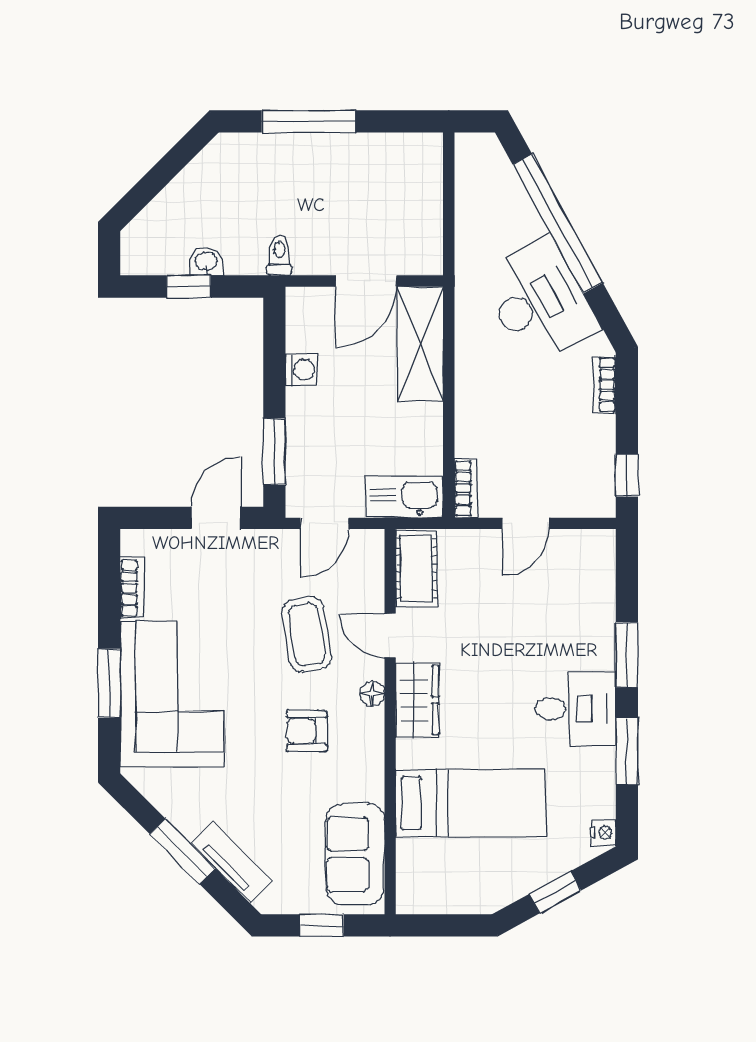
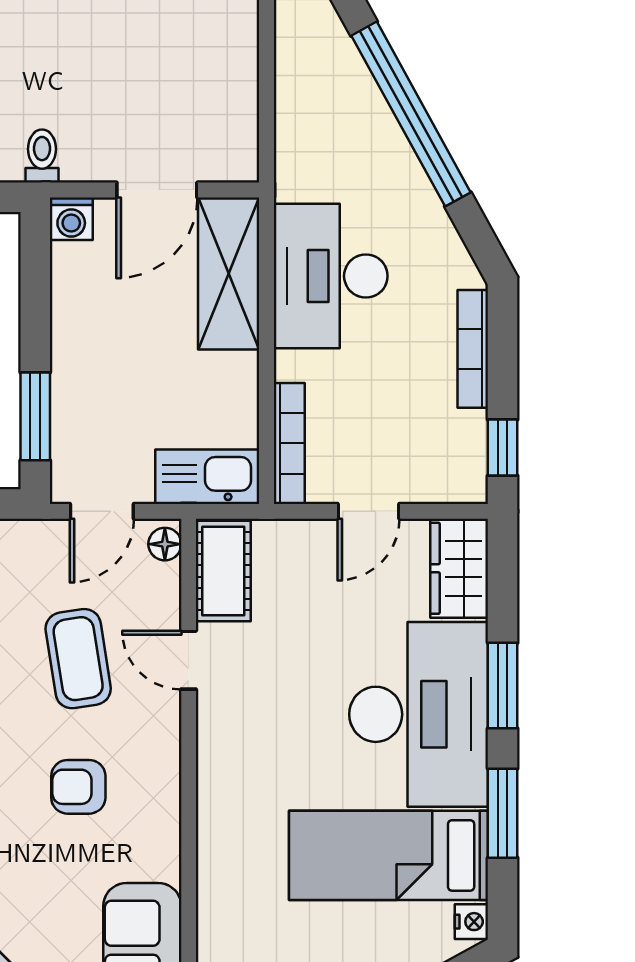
desk: (539, 301) -> (331, 276), moved, turned -151
washing machine: (302, 370) -> (71, 219), moved, turned 90
bookcase: (604, 385) -> (473, 349), width x1.56
bookcase: (466, 489) -> (289, 443), width x1.56
floor lamp: (372, 693) -> (165, 544), moved
wardrobe: (417, 700) -> (459, 568), moved, turned 180
desk: (576, 709) -> (419, 714), width x1.87, depth x1.30
bed: (471, 803) -> (388, 855), moved, turned 180

